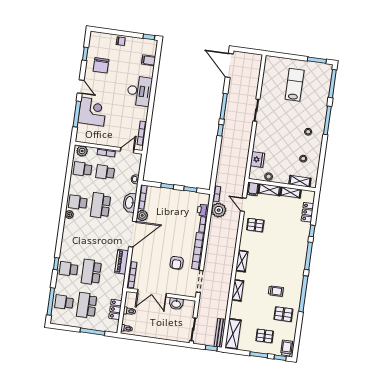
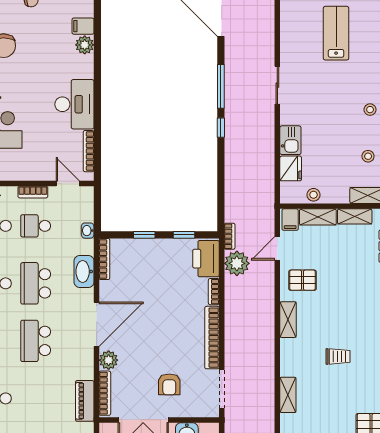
plant: (148, 71) -> (85, 45), added
desk: (139, 91) -> (74, 104), moved
kitchen sink: (260, 143) -> (290, 140), added
door: (127, 150) -> (68, 184), hinge flipped
door: (243, 205) -> (277, 248), hinge flipped
printer: (203, 210) -> (206, 259), width x1.87, depth x1.48
plant: (142, 215) -> (109, 360), moved
shelving: (242, 261) -> (288, 320), moved
piano: (122, 262) -> (85, 401), moved
armchair: (177, 263) -> (169, 384), moved
school desk: (91, 272) -> (36, 341), moved
trolley: (276, 291) -> (338, 356), moved

